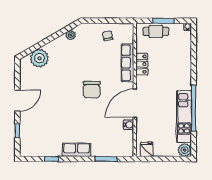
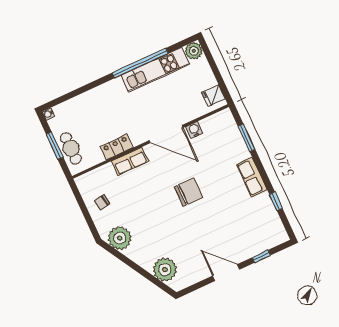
plant: (71, 35) -> (120, 238), width x1.88, depth x1.88
row of seats: (127, 63) -> (130, 161), width x0.68
chair: (92, 90) -> (189, 192), moved

